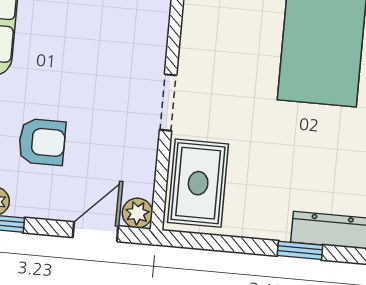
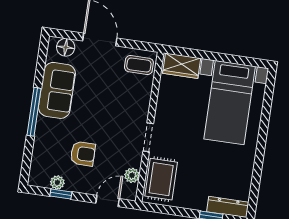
plant: (137, 213) -> (132, 175), moved

